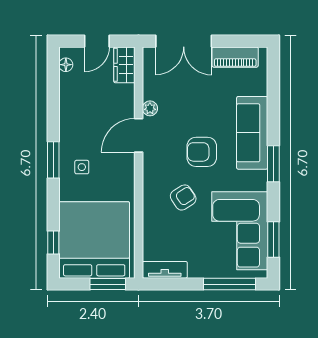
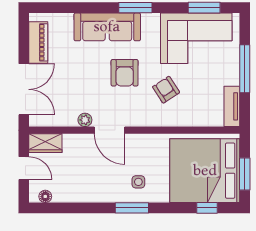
window: (108, 284) -> (245, 174), moved
window: (230, 284) -> (245, 69), moved

